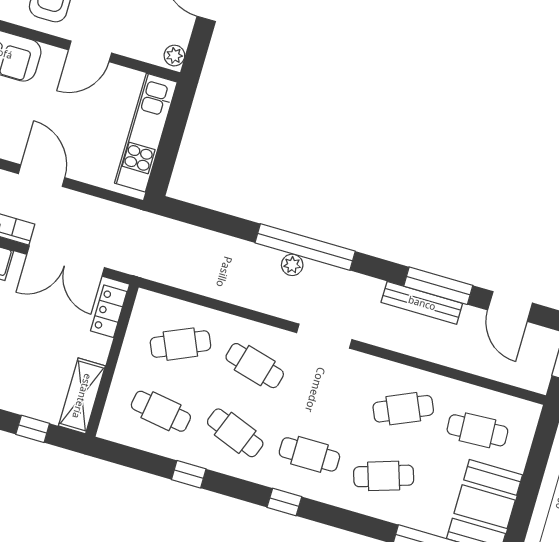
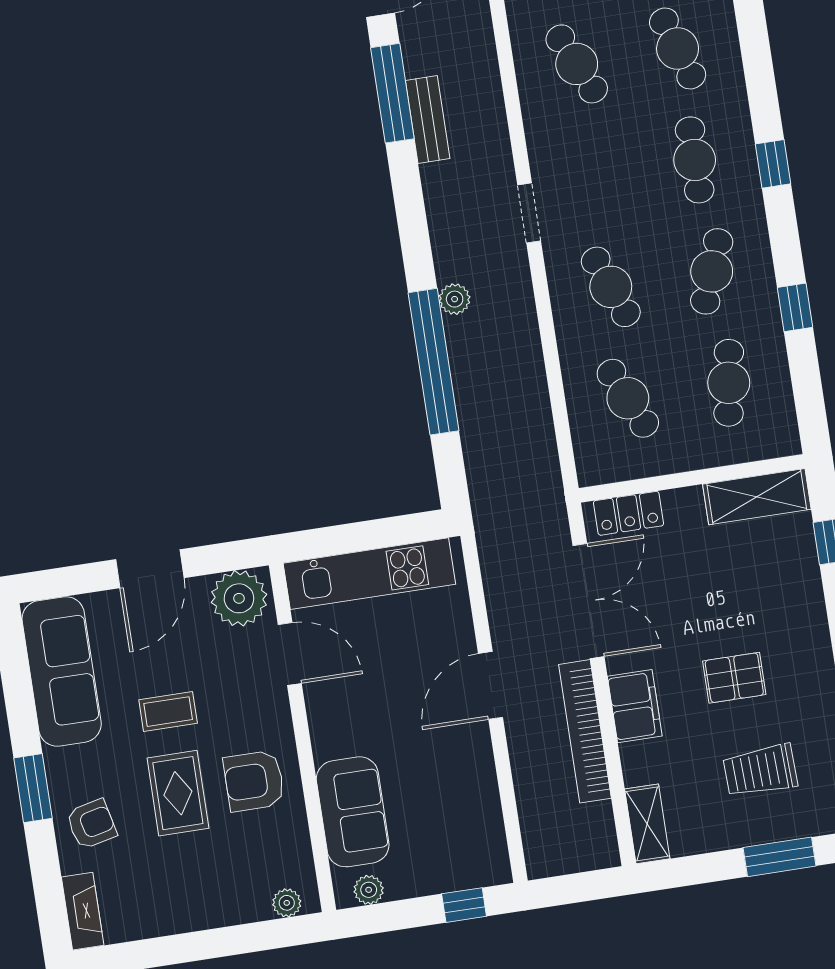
door: (90, 51) -> (290, 654), moved
plant: (174, 56) -> (239, 598), width x1.87, depth x1.87
window: (305, 247) -> (434, 362), moved
bench: (422, 303) -> (428, 119), width x0.73
doorway: (324, 336) -> (529, 213), width x0.73
cafe table: (255, 366) -> (611, 287), turned -36

